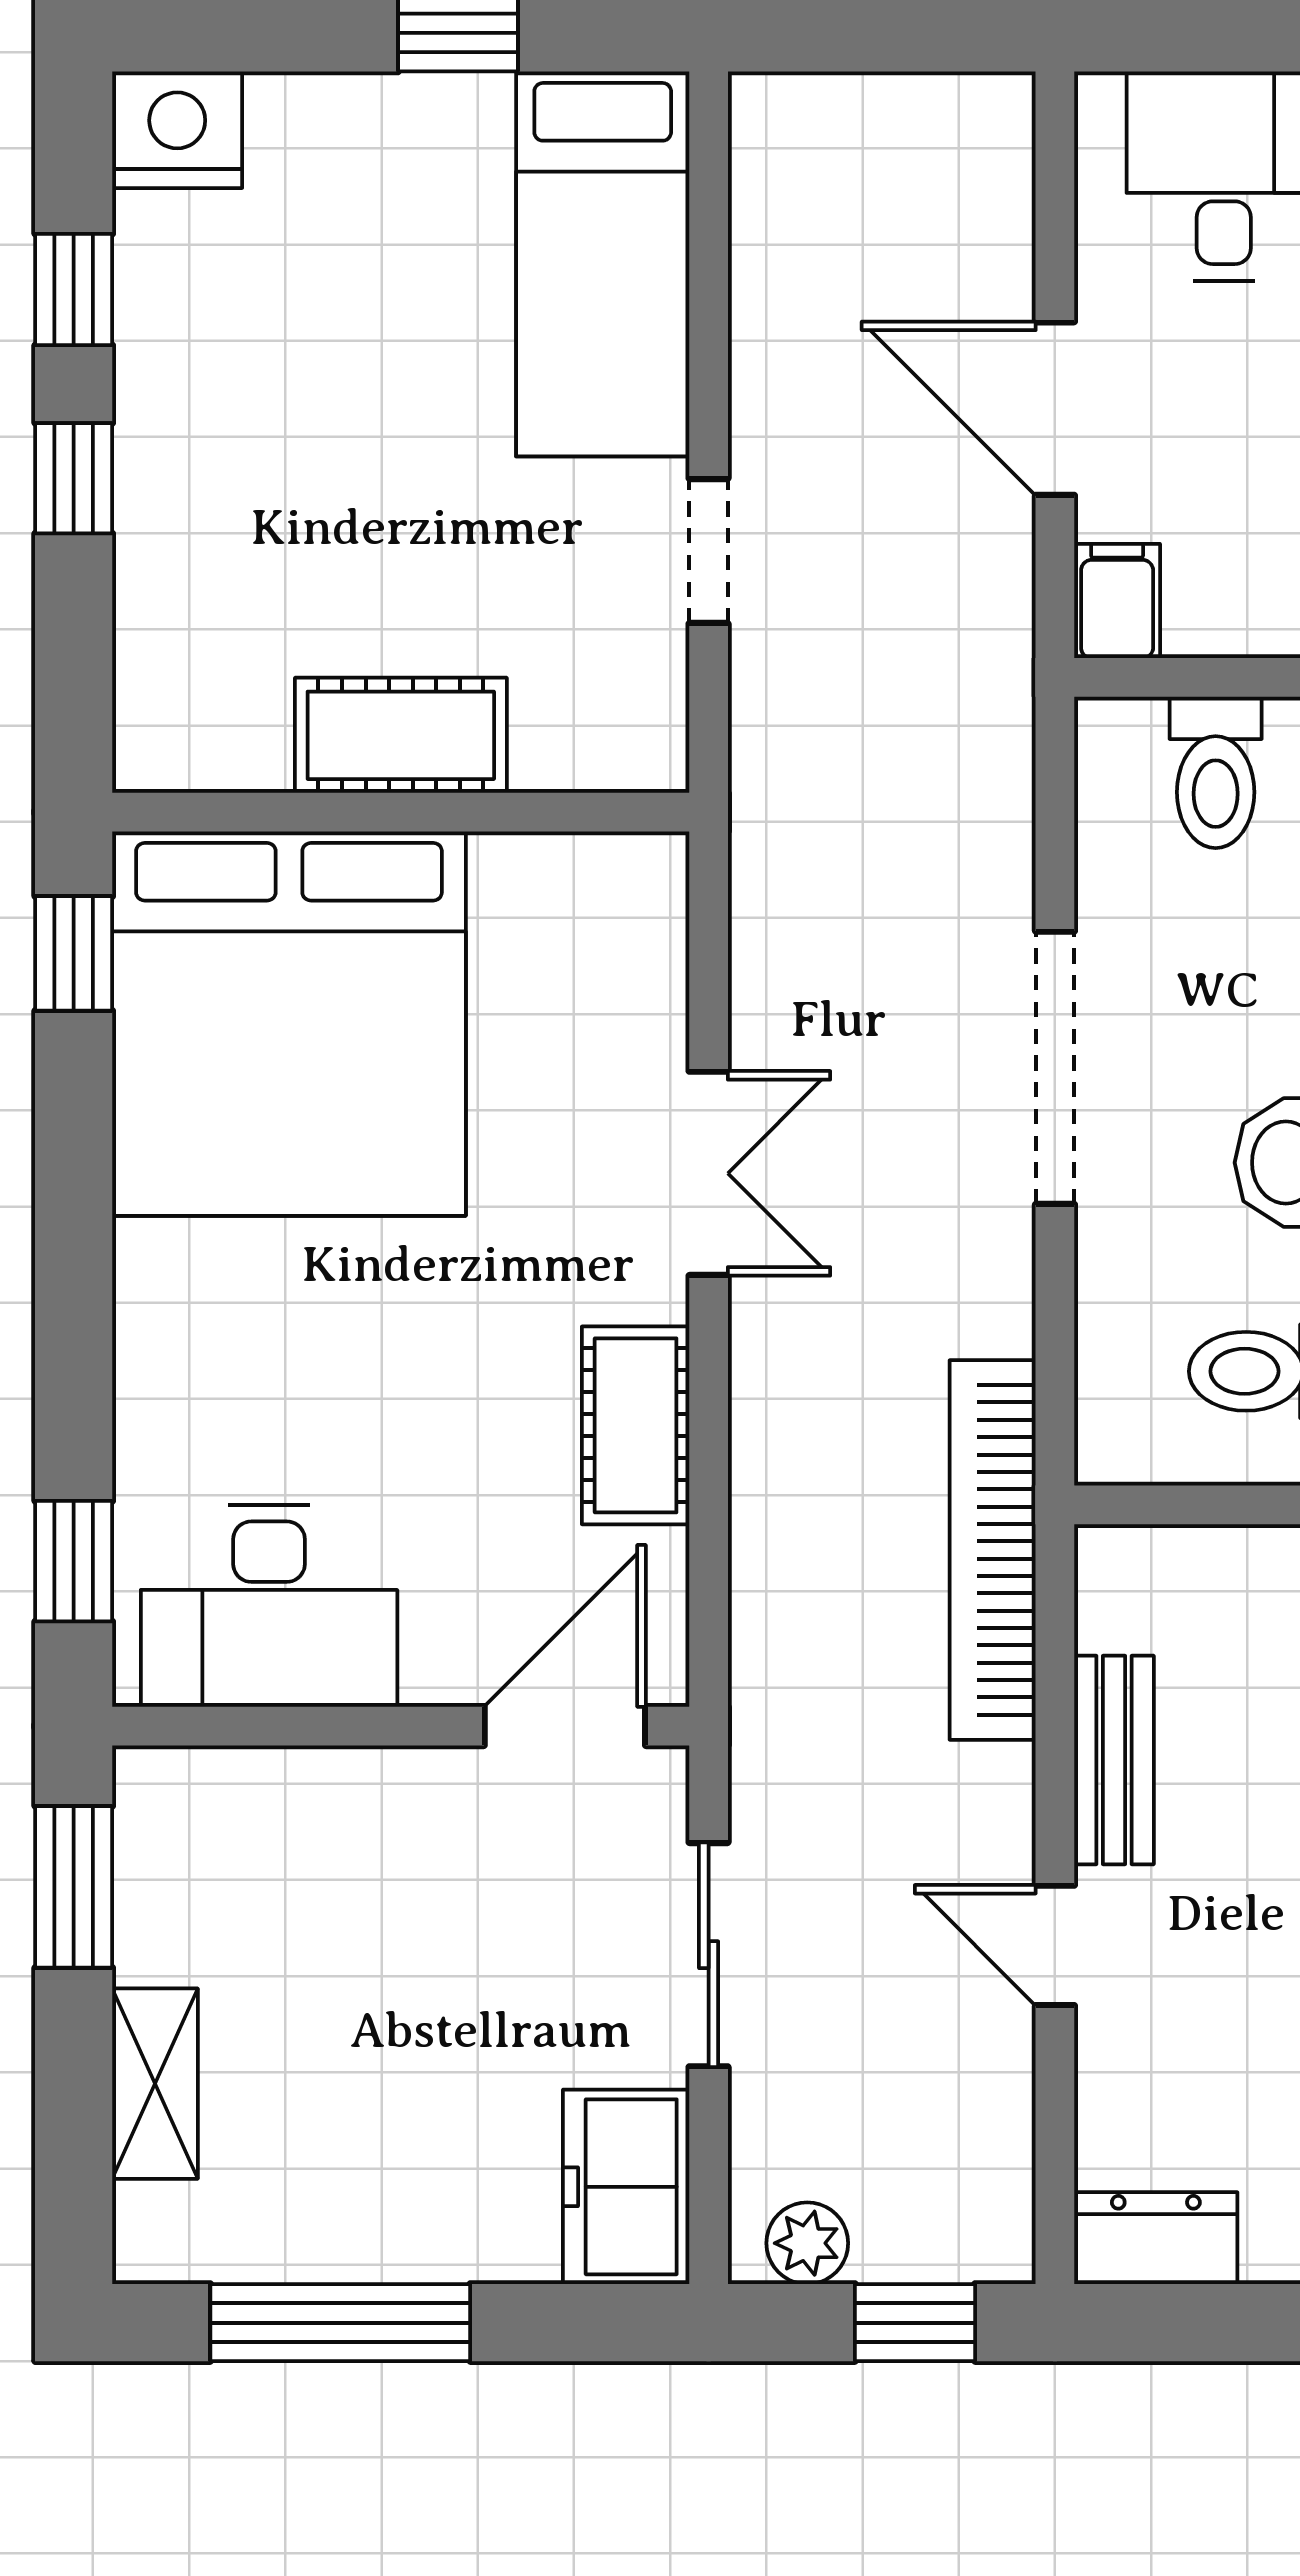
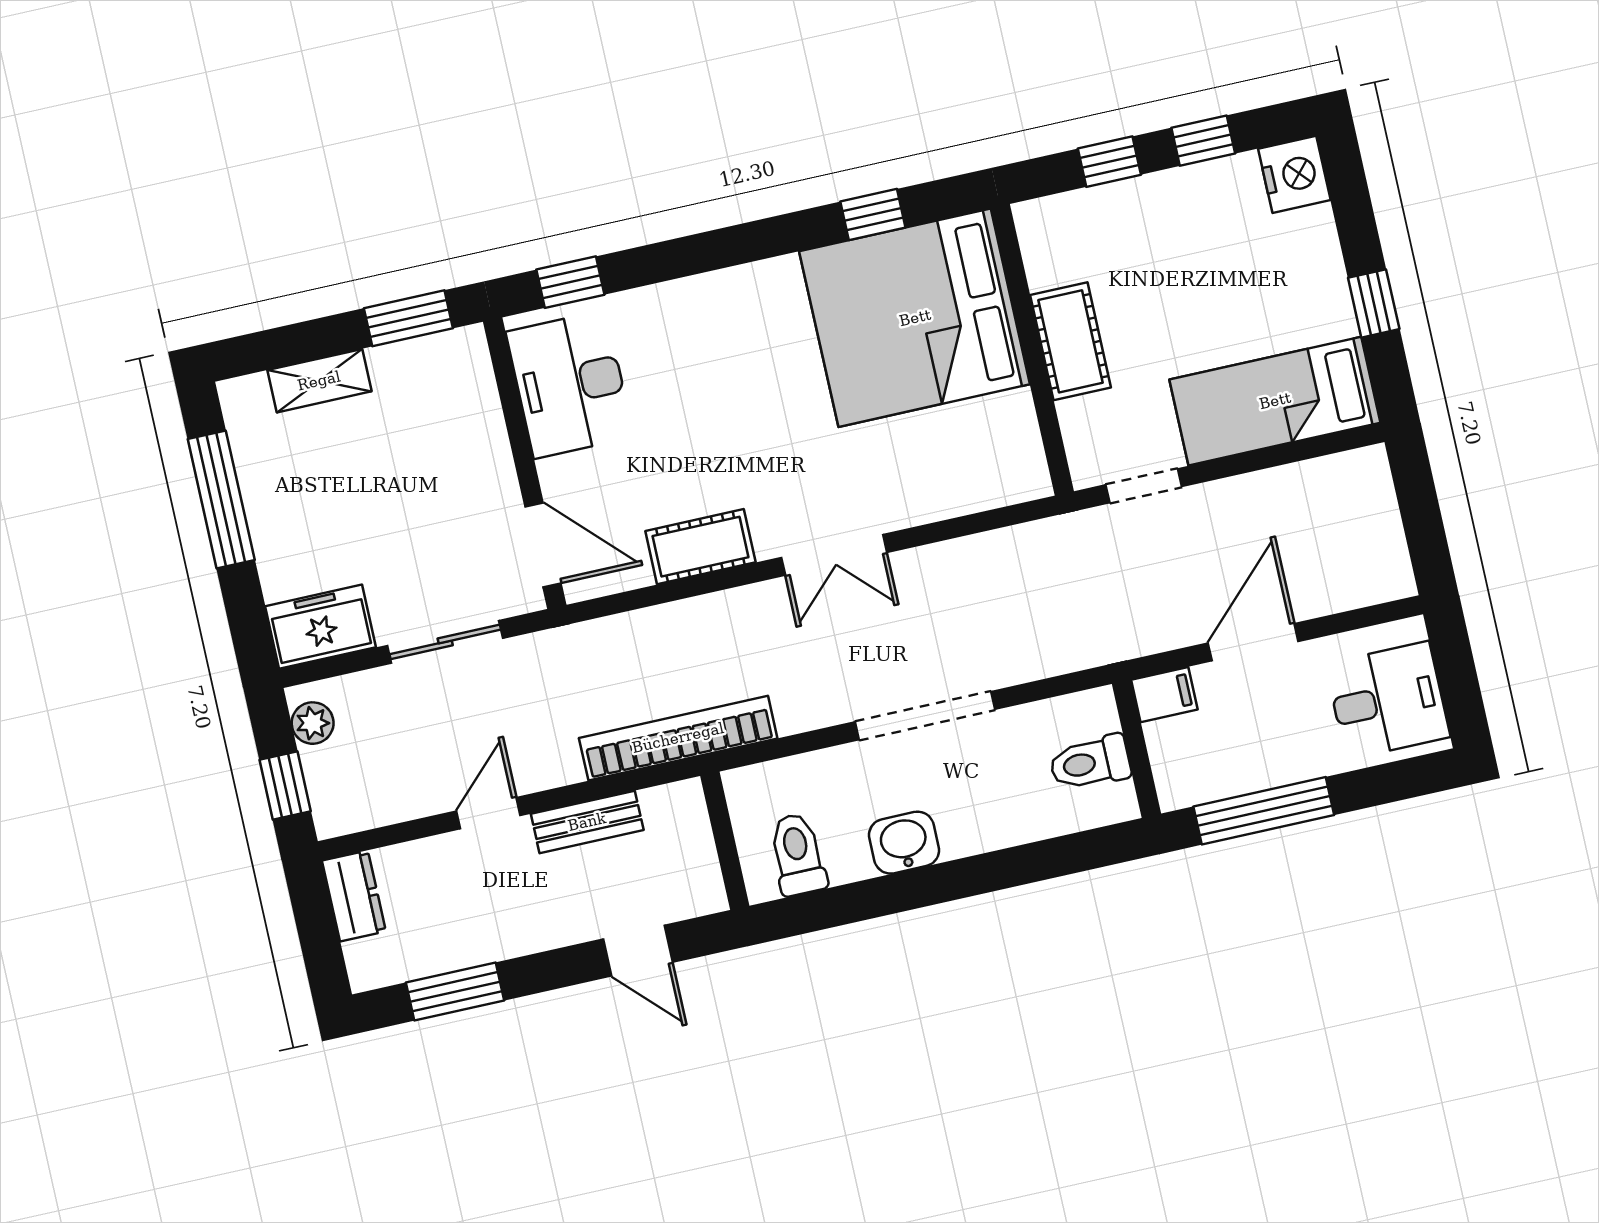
cot: (401, 735) -> (1070, 341), moved
wall: (401, 812) -> (1032, 350), moved
bed: (289, 1024) -> (915, 318), moved

